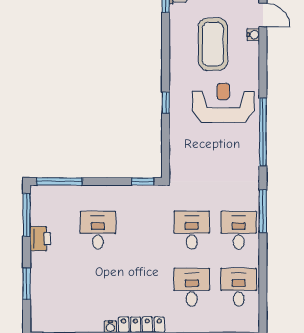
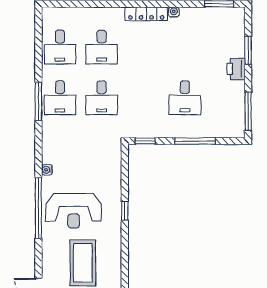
water cooler: (253, 35) -> (47, 170), moved
window: (263, 132) -> (38, 208), moved
window: (59, 181) -> (195, 141), moved
window: (263, 211) -> (38, 101), moved
printer: (40, 239) -> (236, 69), moved

